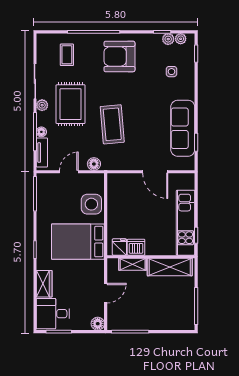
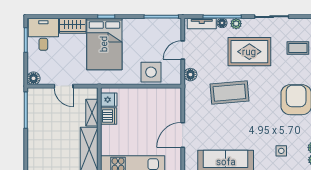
plant: (42, 105) -> (236, 24), moved
door: (69, 172) -> (183, 50), swing flipped
bed: (78, 242) -> (104, 44), moved, turned 180

